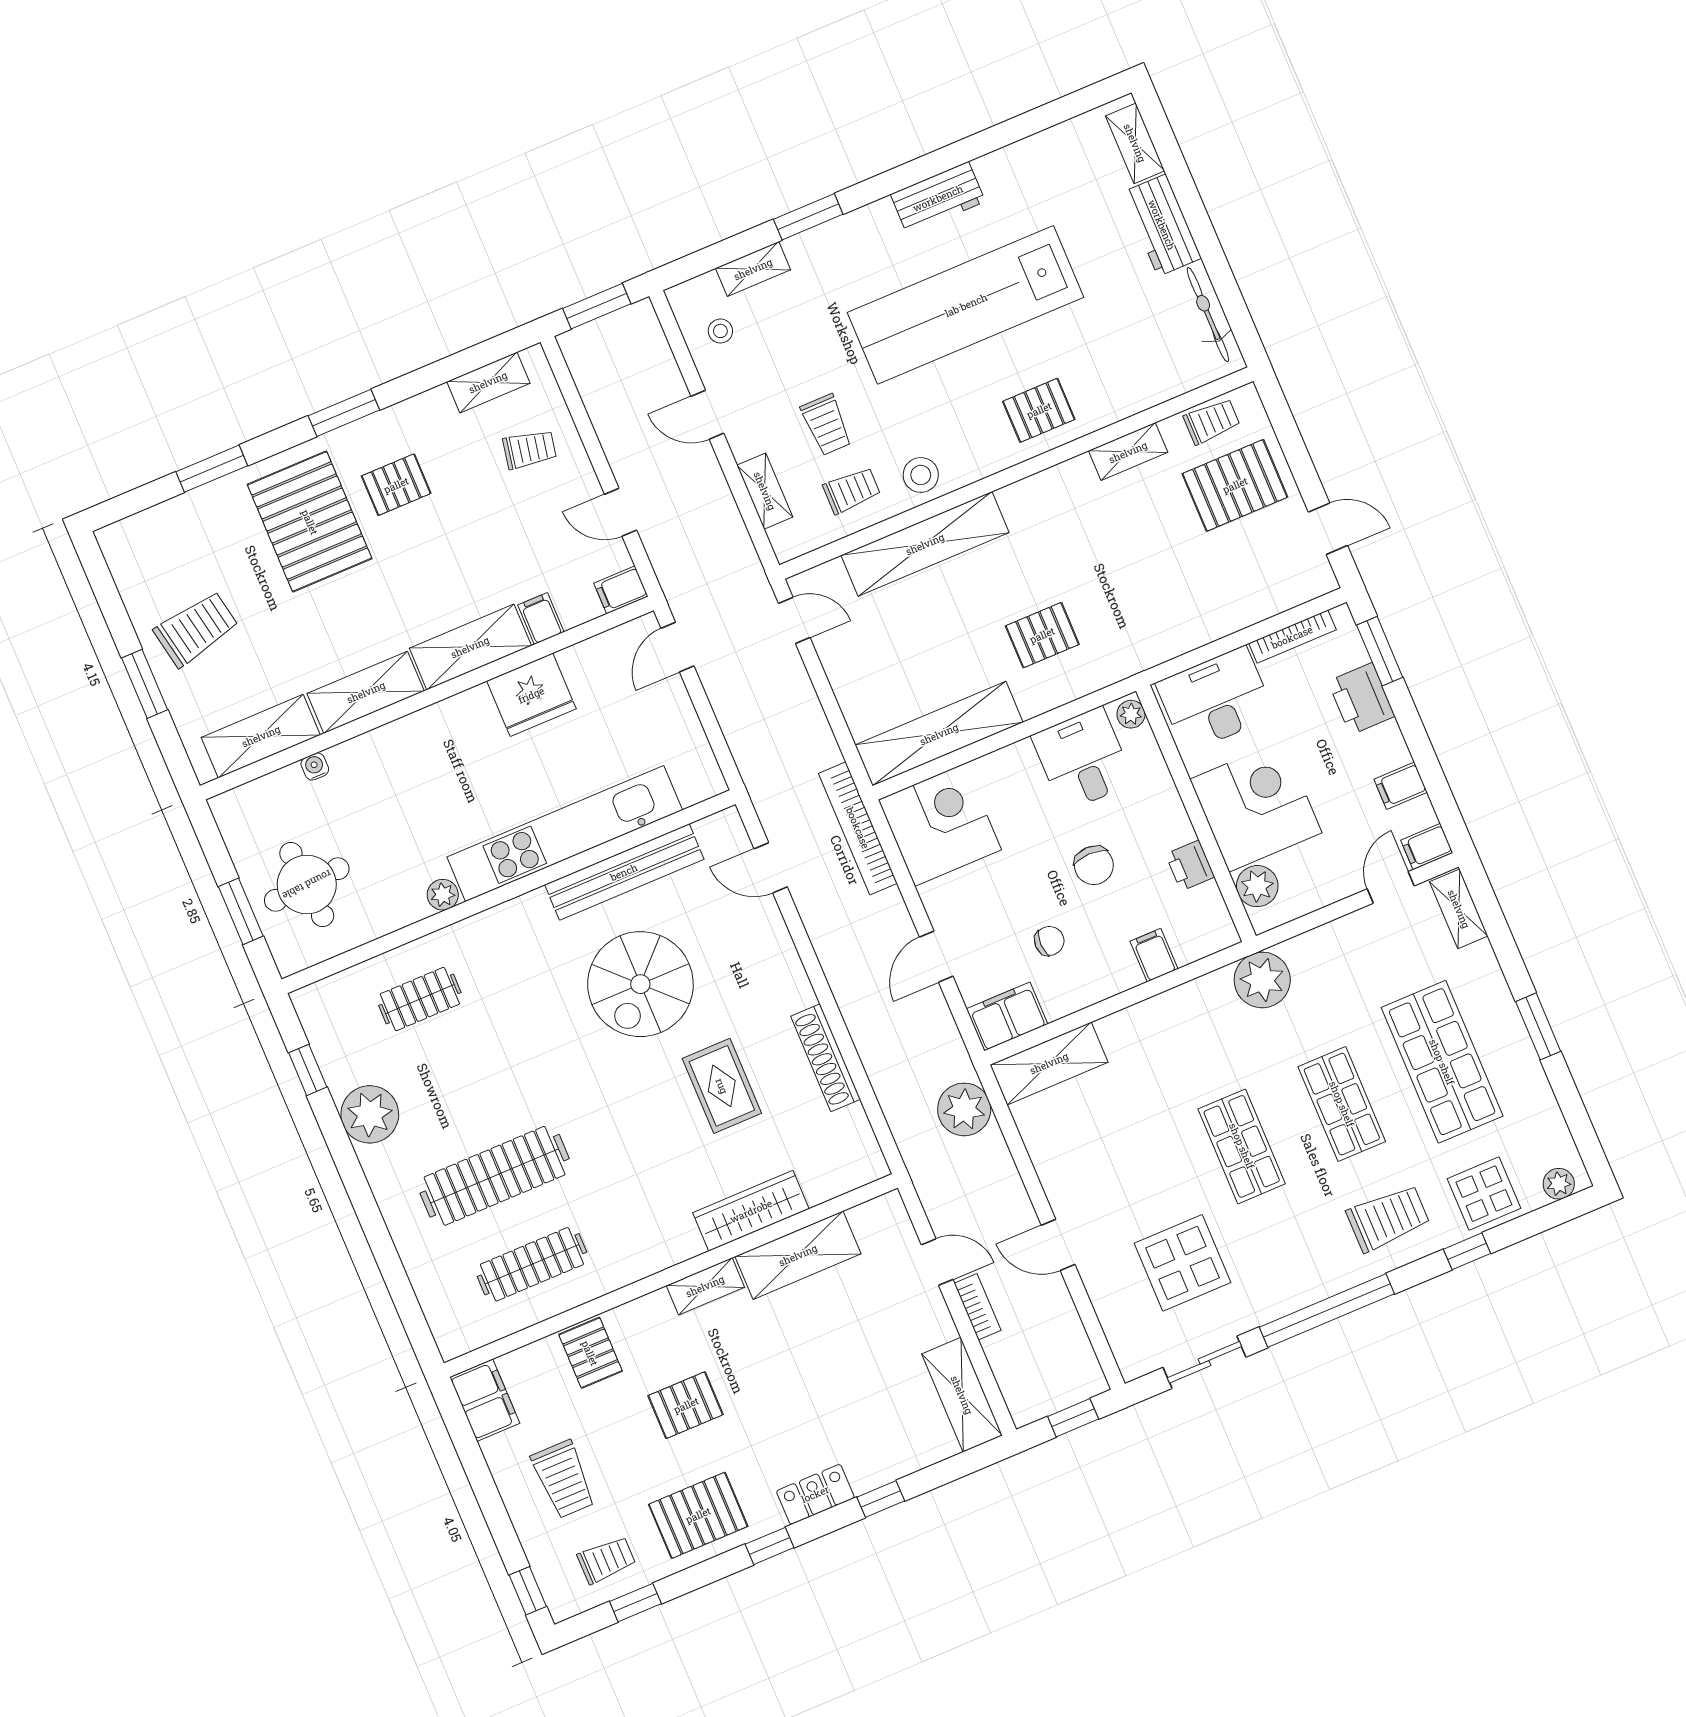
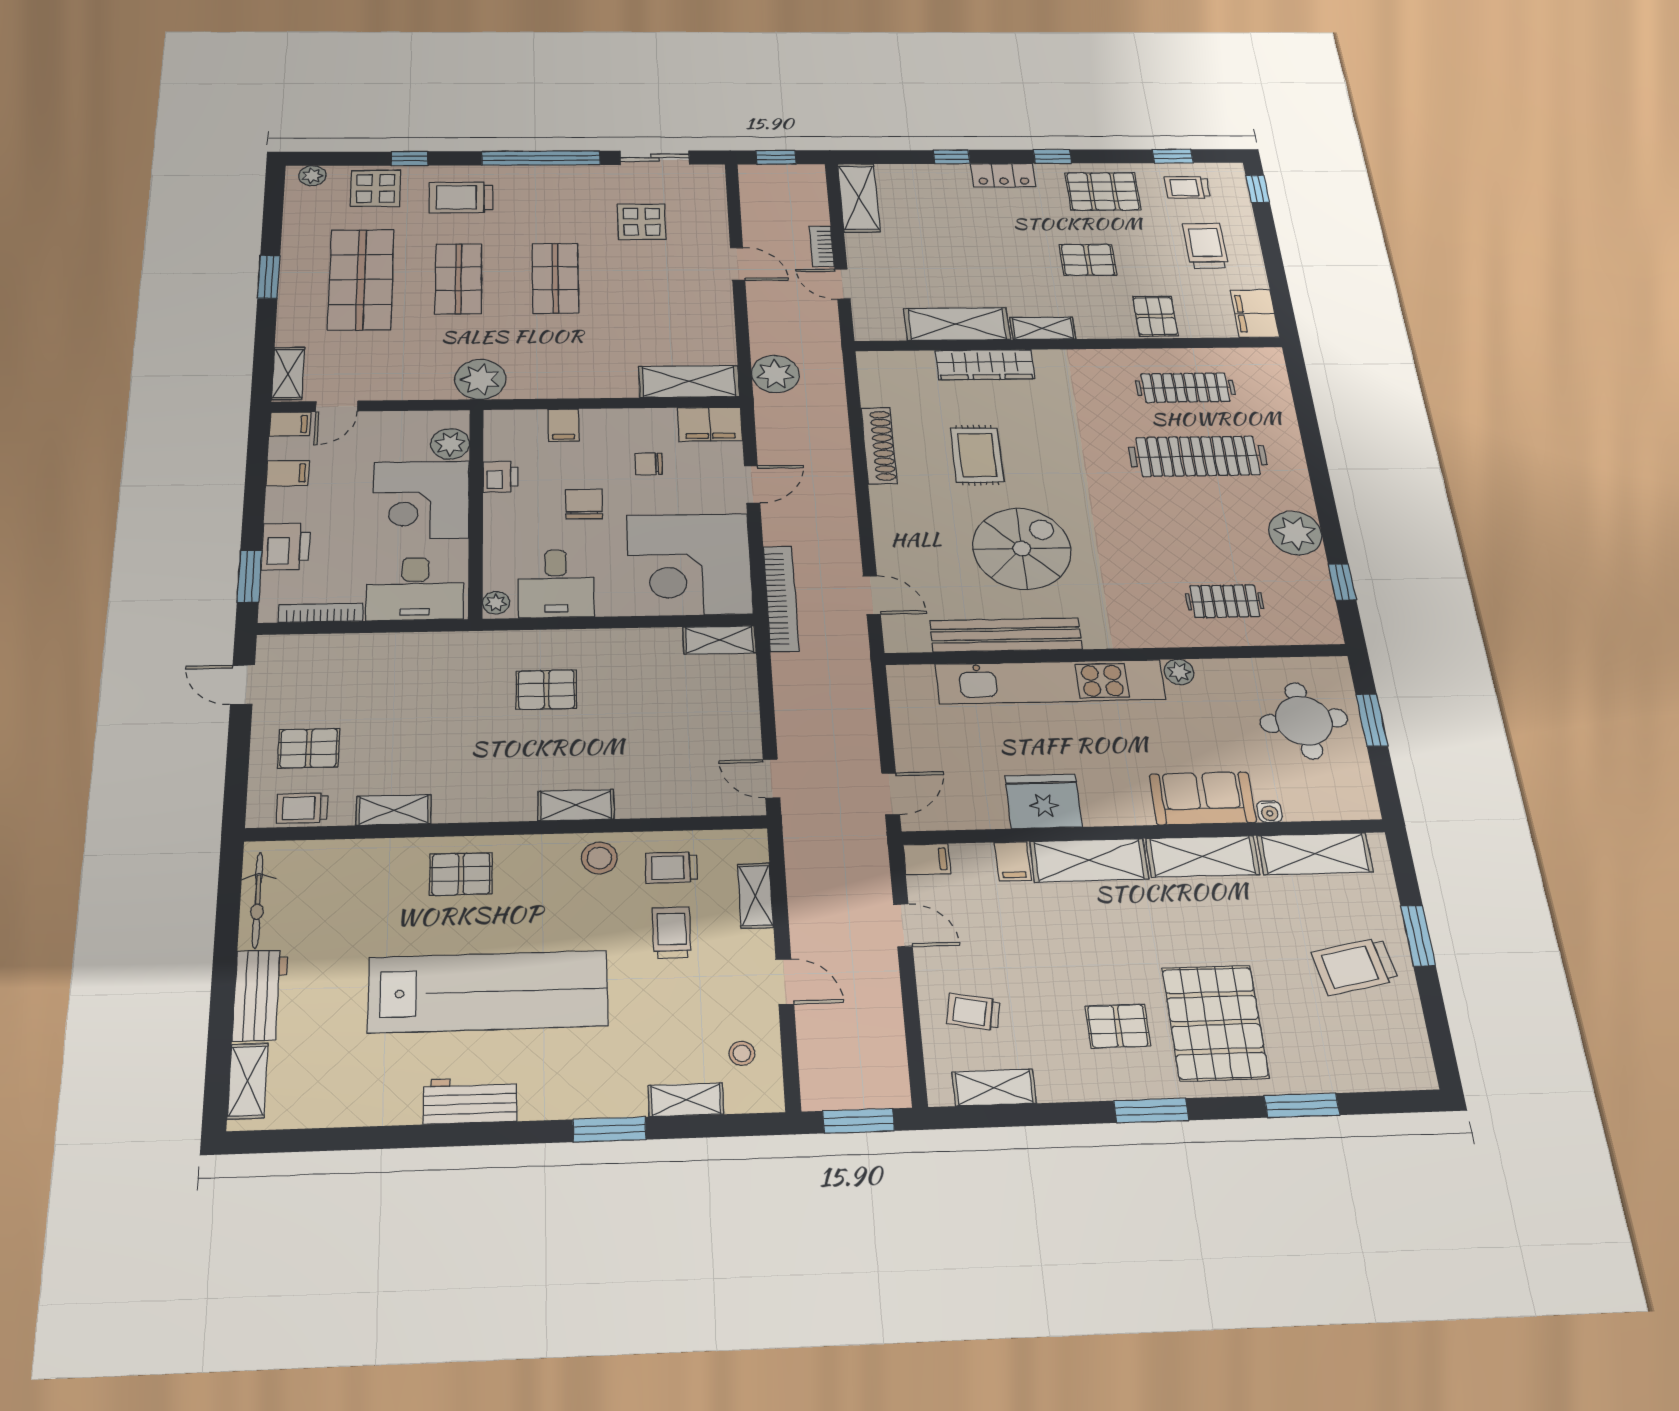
pallet: (1235, 485) -> (309, 748), width x0.67, depth x0.71
shelving: (925, 544) -> (576, 805), width x0.45, depth x0.75
shelving: (939, 734) -> (719, 640), width x0.45, depth x0.75
sofa: (382, 757) -> (1203, 798), added
corner desk: (940, 825) -> (689, 564), width x1.36, depth x1.36
display table: (1182, 1263) -> (642, 222), width x0.73, depth x0.73

